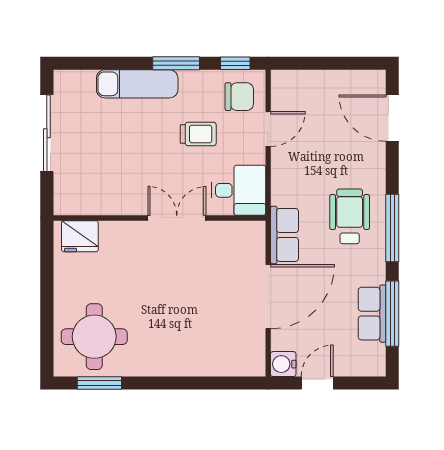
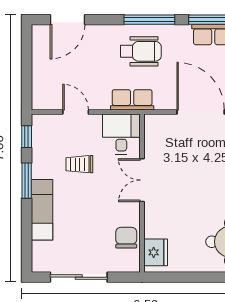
chair: (239, 97) -> (126, 238), moved
trolley: (198, 134) -> (79, 164), turned -90
wheelchair: (350, 216) -> (141, 51), turned 180
row of seats: (285, 235) -> (132, 100), moved

